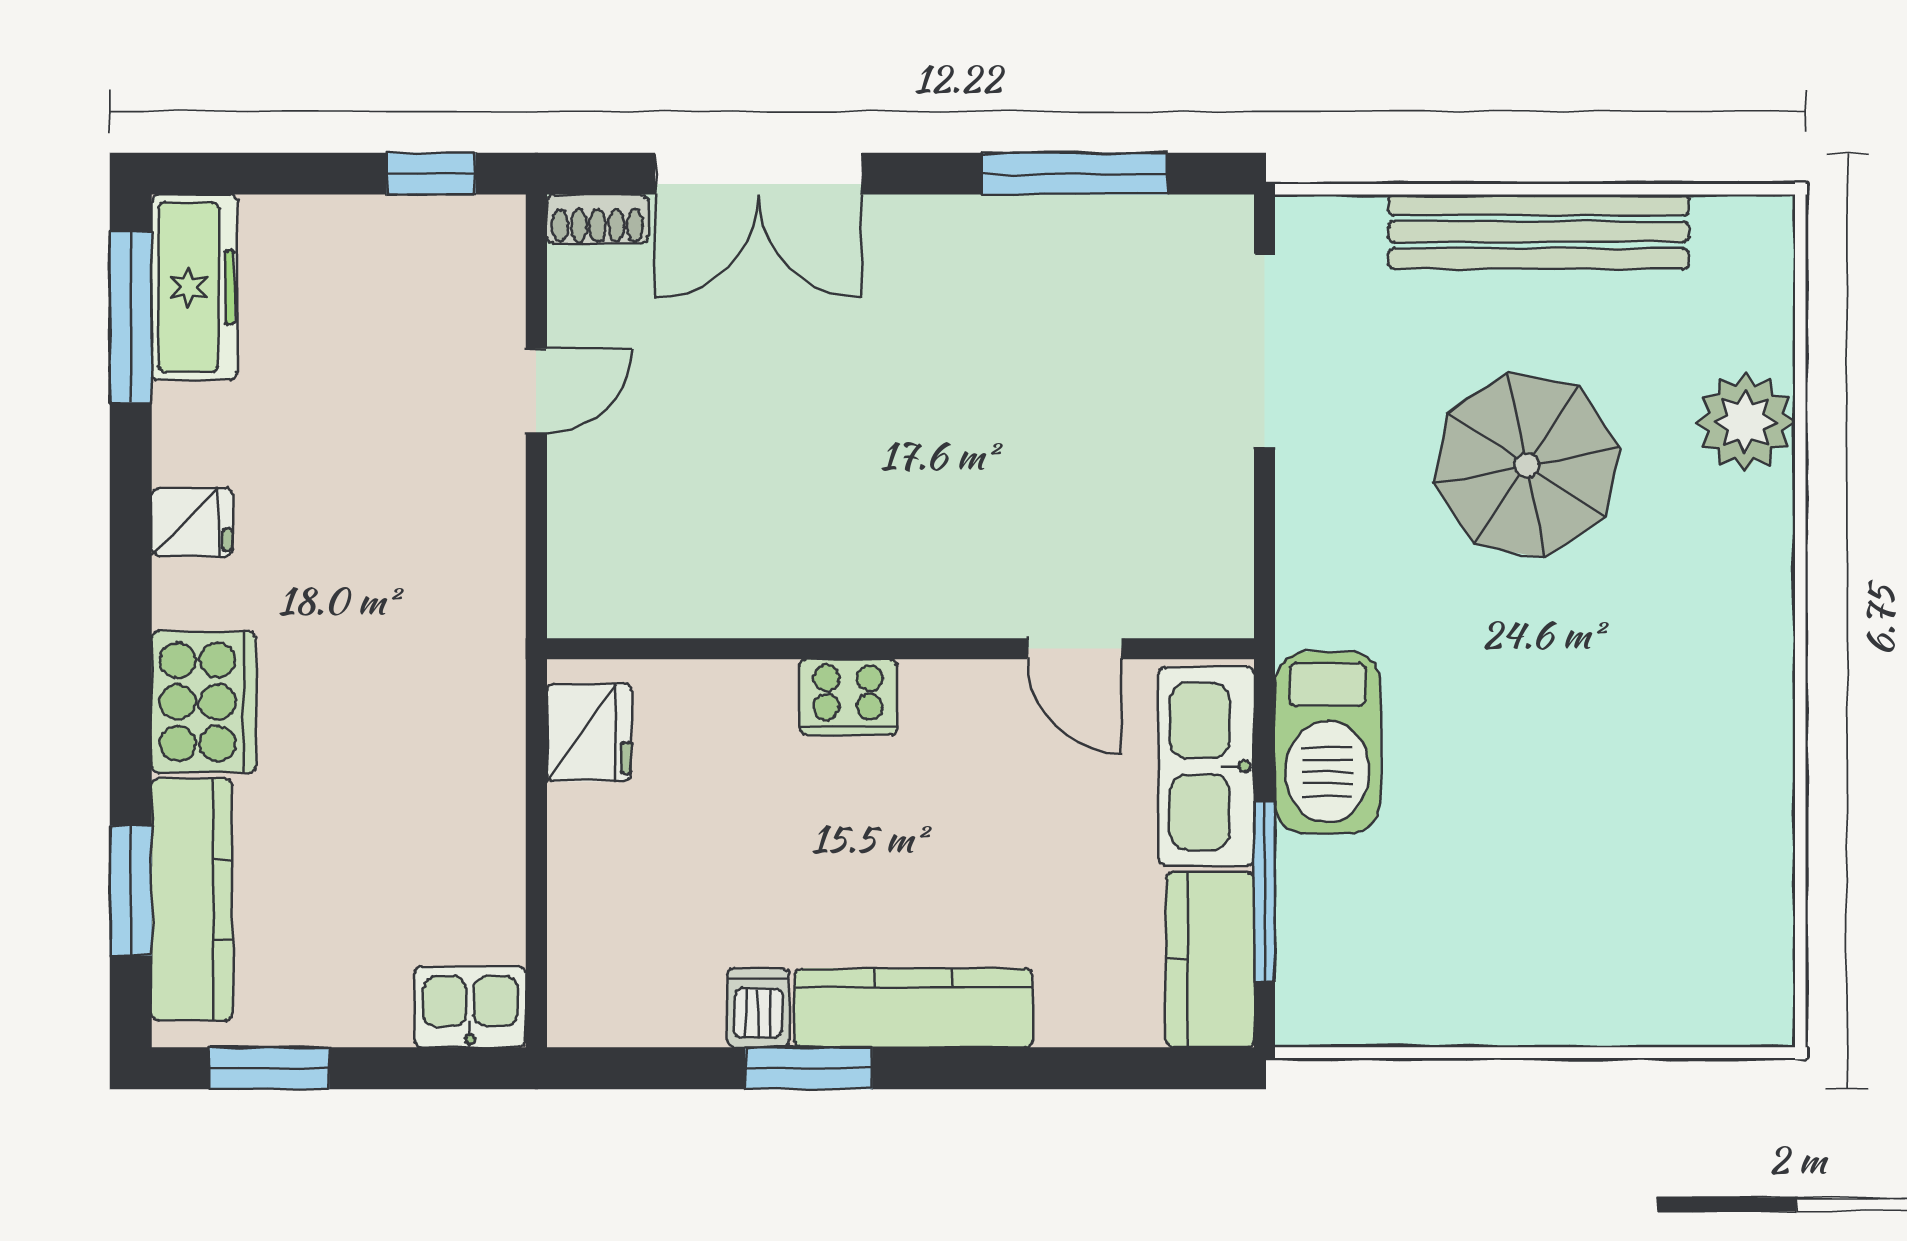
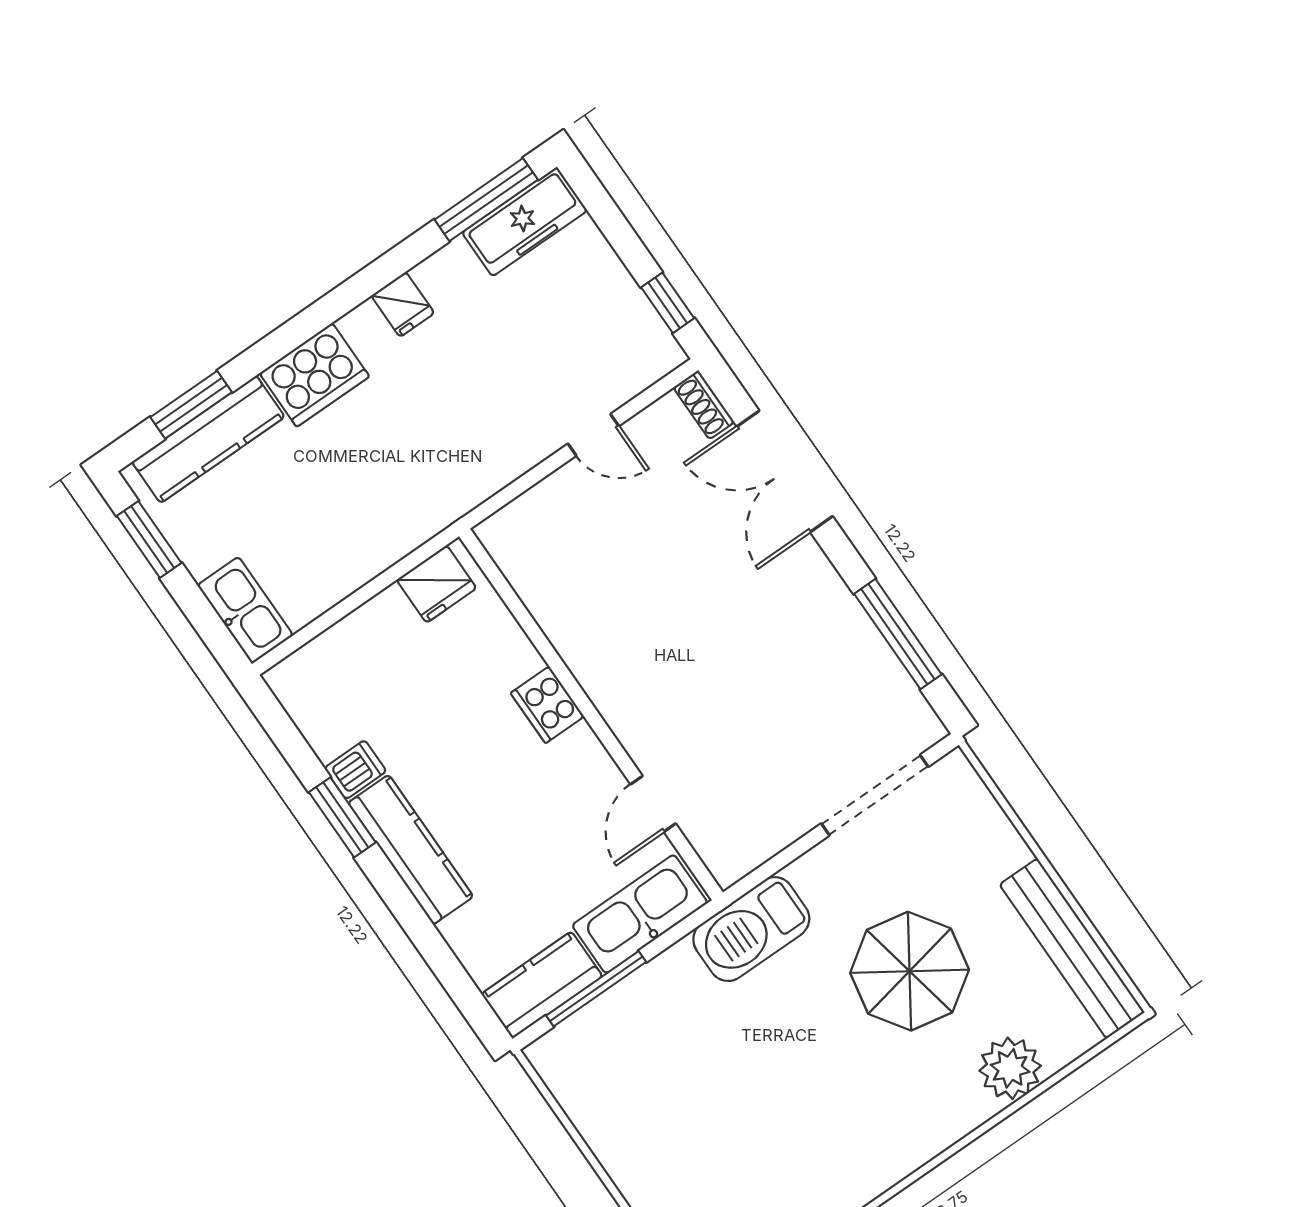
bench: (1539, 232) -> (1072, 948), moved
barbecue: (1328, 743) -> (751, 929), moved
kitchen sink: (470, 1007) -> (245, 610), width x1.38

